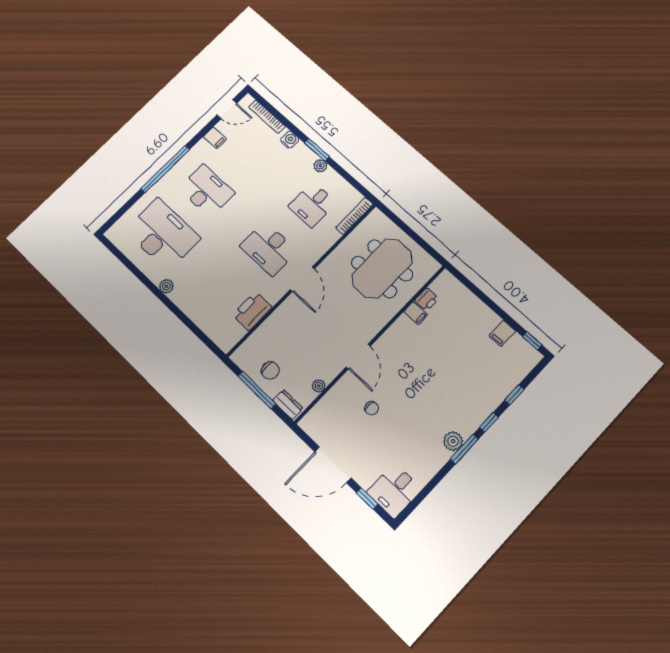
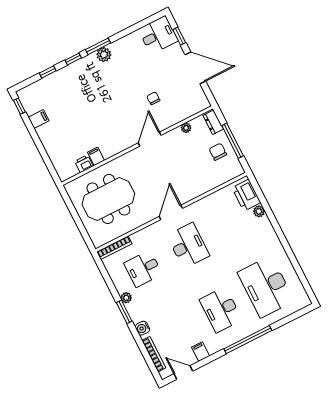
desk: (312, 204) -> (143, 269), turned 180
plant: (166, 286) -> (259, 211), moved
printer: (252, 311) -> (246, 195), moved, turned 90

